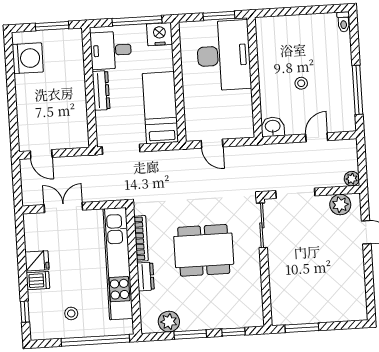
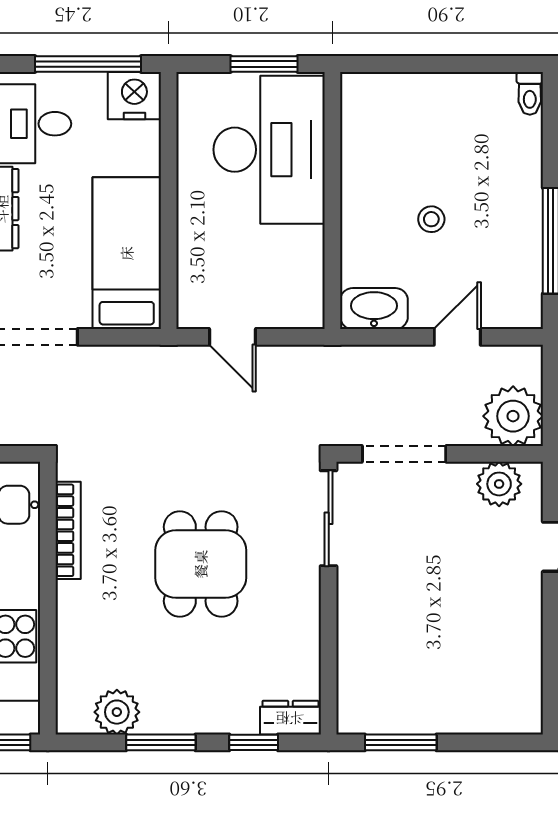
washbasin: (273, 127) -> (374, 309), width x1.38
plant: (352, 179) -> (513, 416), width x1.88, depth x1.88
dining table: (204, 250) -> (201, 564), width x0.73
dresser: (145, 277) -> (290, 718), moved, turned -90

